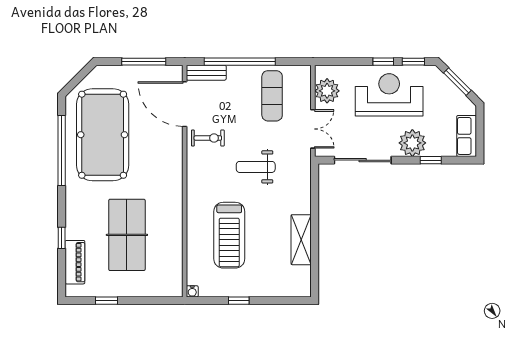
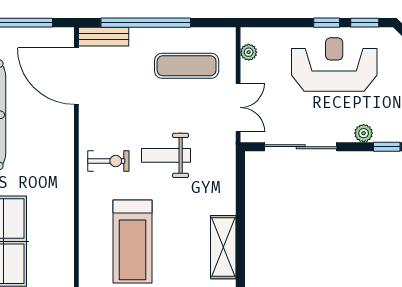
plant: (327, 91) -> (249, 52), width x0.53, depth x0.53
exercise mat: (272, 96) -> (187, 66), turned 90
exercise bike: (208, 138) -> (108, 161), moved
plant: (412, 143) -> (364, 133), width x0.53, depth x0.53

